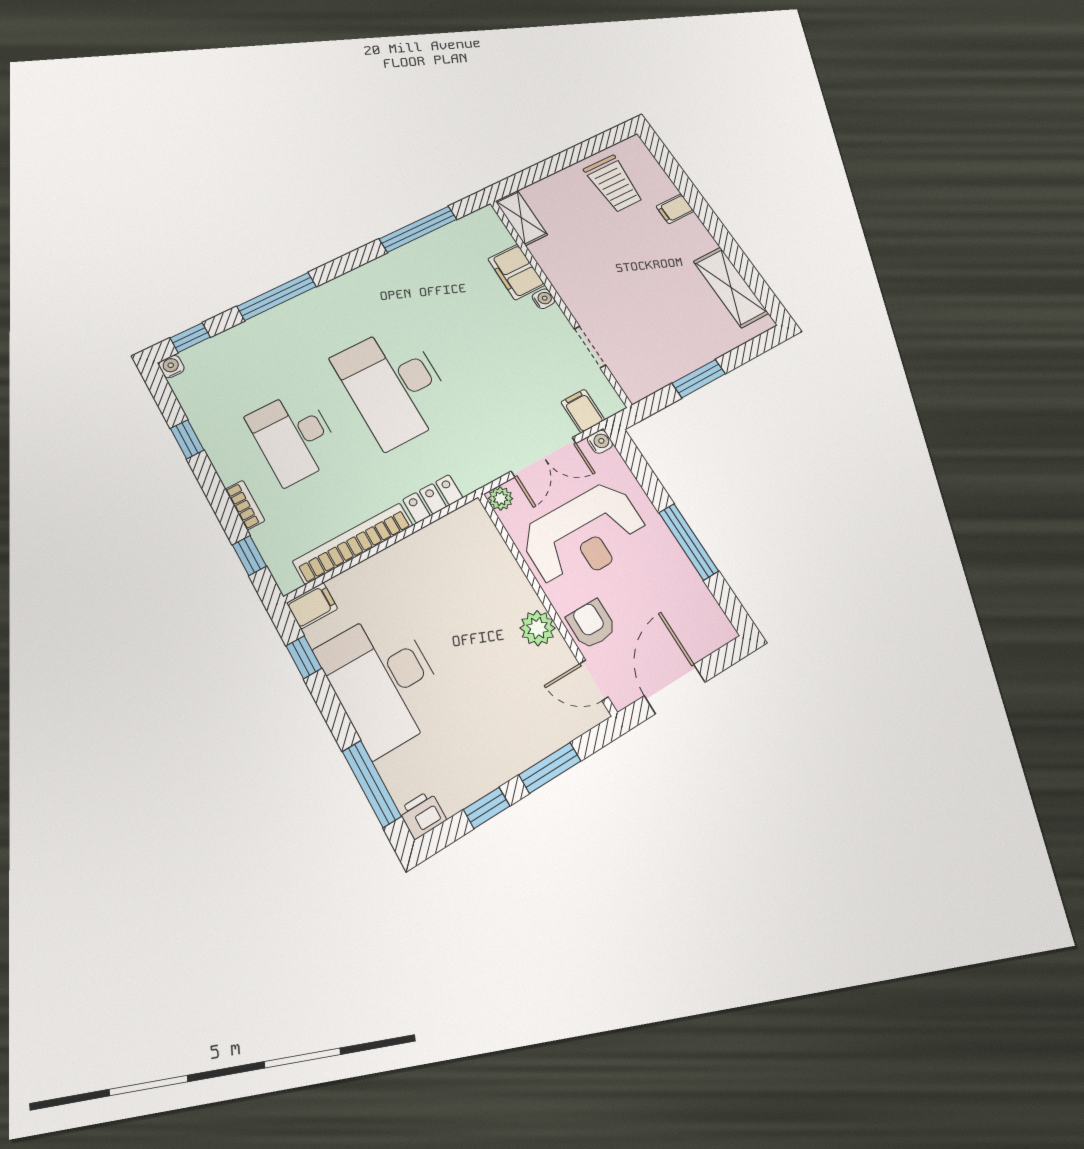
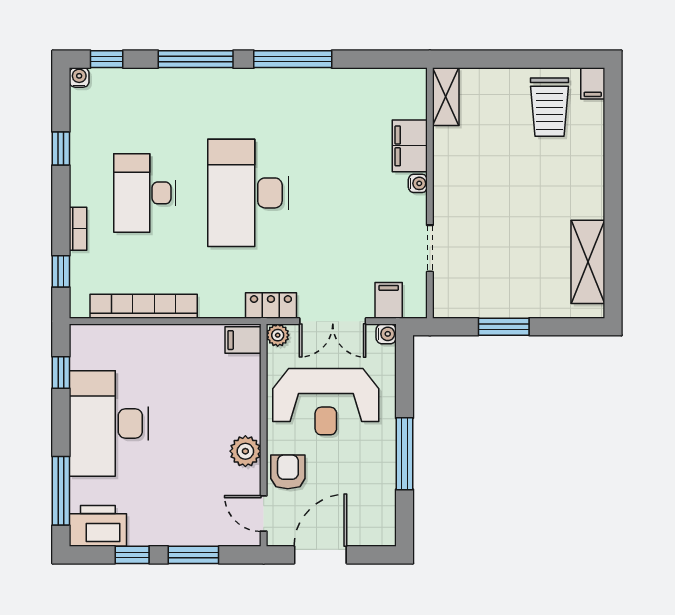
filing cabinet: (675, 209) -> (593, 83), moved, turned -90
window: (418, 229) -> (293, 59), moved
locker: (433, 499) -> (271, 305), moved
filing cabinet: (312, 606) -> (243, 340), moved, turned 180
printer: (422, 815) -> (98, 526), width x1.87, depth x1.48

